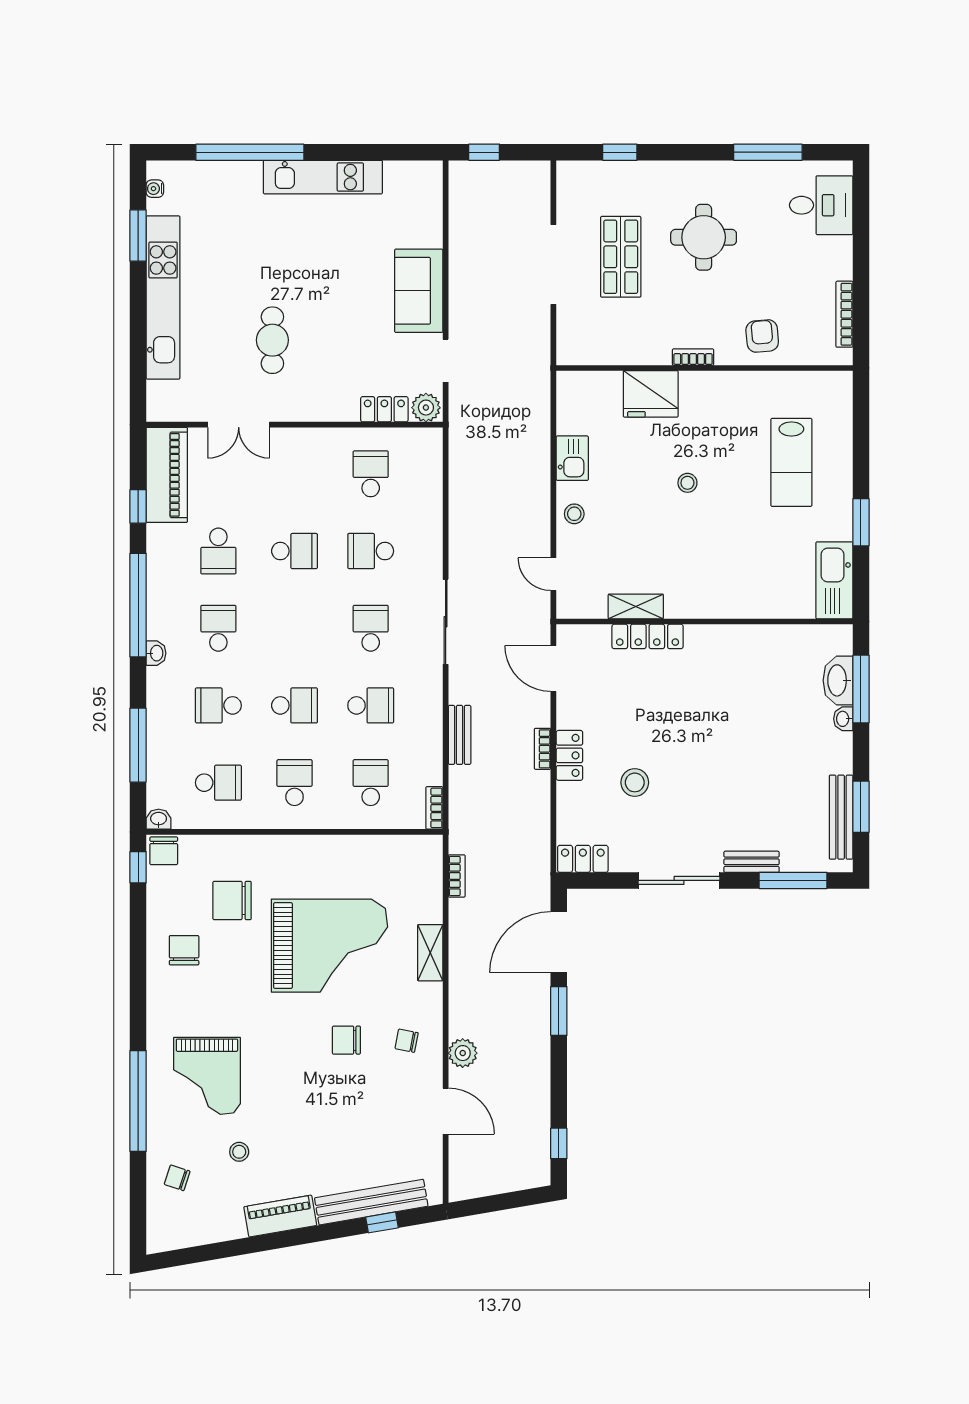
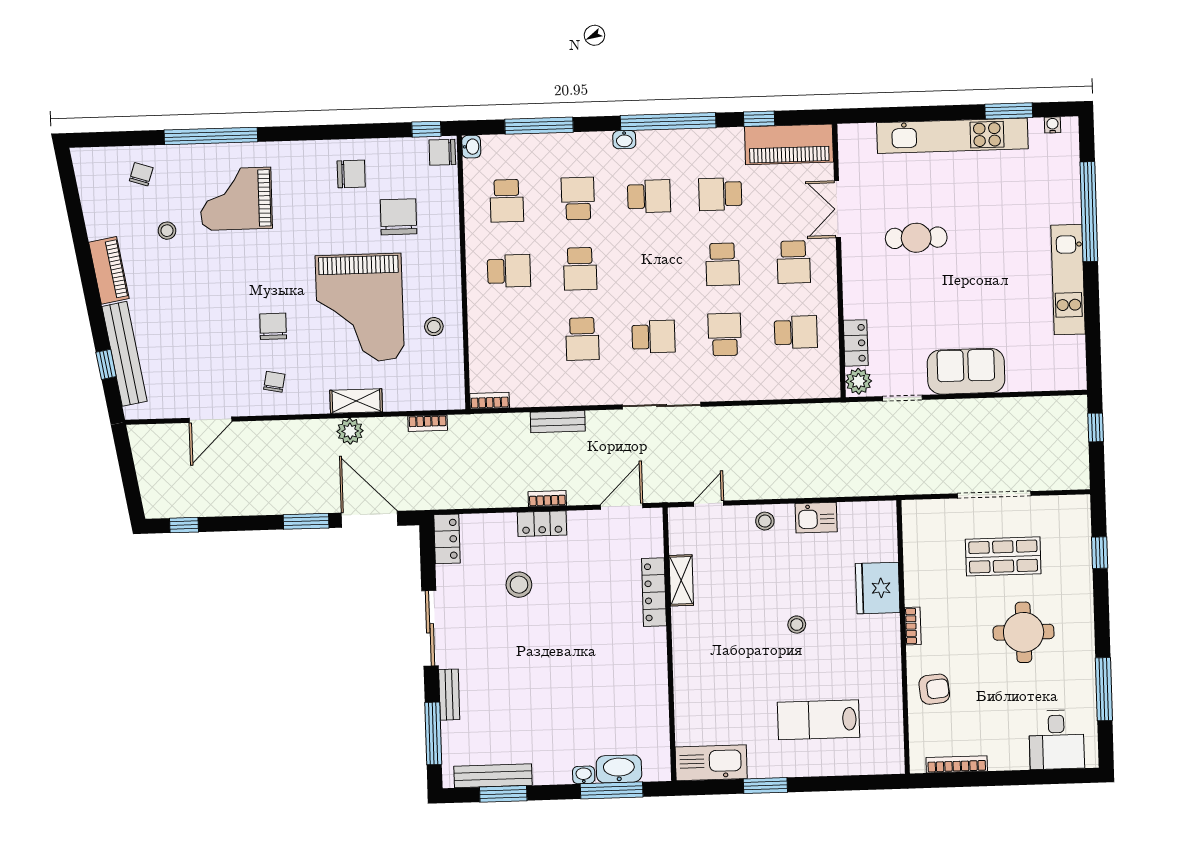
school desk: (371, 783) -> (794, 262), moved, turned 90
stool: (352, 866) -> (434, 327), added
plant: (463, 1053) -> (350, 431), moved

